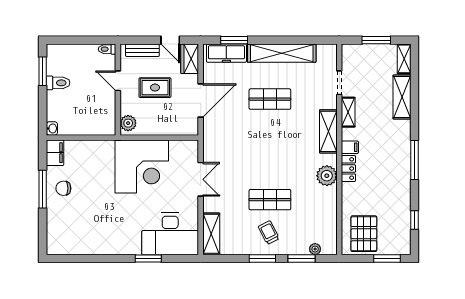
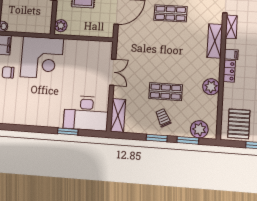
corner desk: (142, 166) -> (42, 58), moved
plant: (327, 176) -> (211, 87), moved
plant: (315, 249) -> (199, 129), width x1.87, depth x1.87

